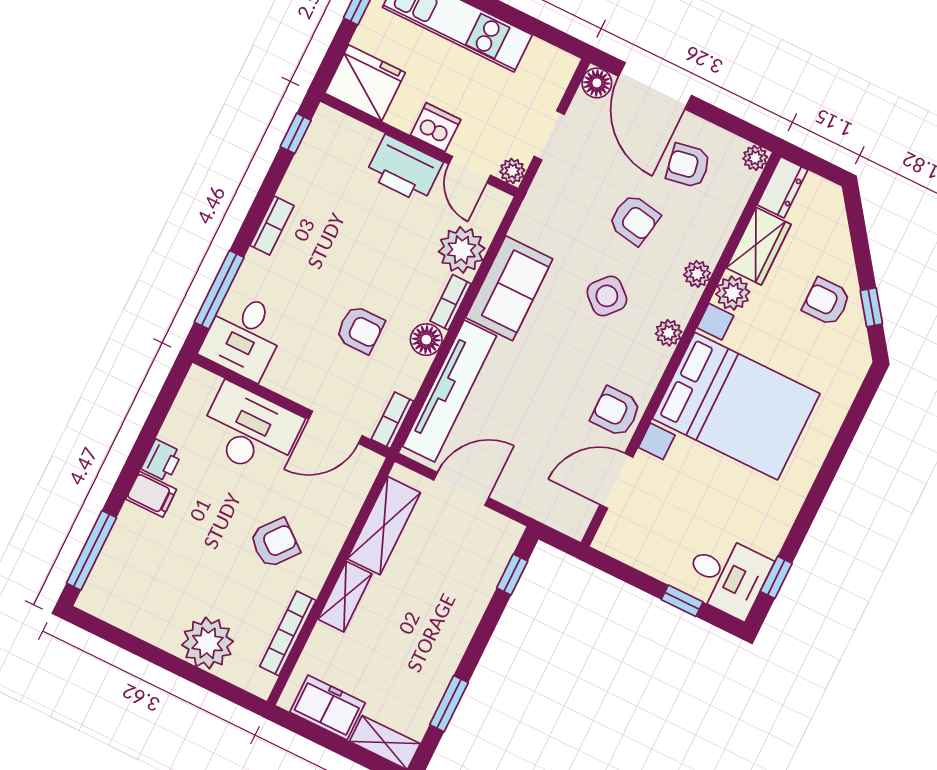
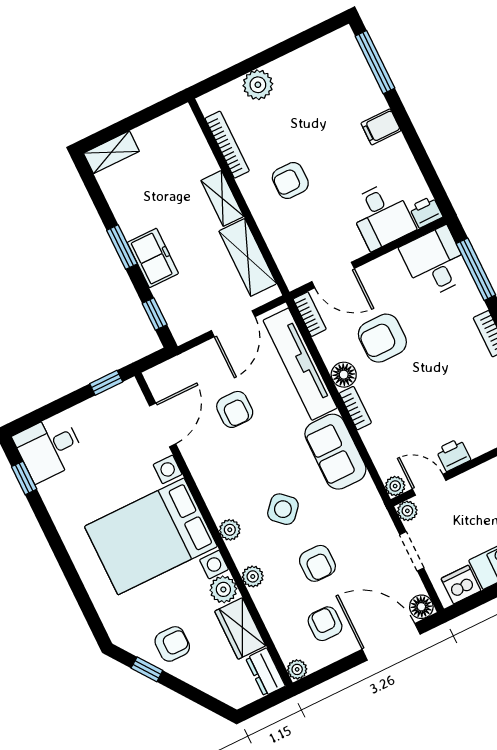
dishwasher: (436, 127) -> (461, 585), moved, turned 180
armchair: (688, 165) -> (325, 624), turned -80
printer: (404, 169) -> (453, 455), width x0.53, depth x0.68
armchair: (634, 220) -> (317, 563), turned -100
plant: (462, 250) -> (395, 486), moved, width x0.53, depth x0.53
armchair: (360, 329) -> (382, 338), width x1.38, depth x1.38
armchair: (616, 412) -> (235, 409), moved, turned 90
door: (335, 427) -> (333, 275), swing flipped
desk: (250, 430) -> (382, 216), width x0.73
printer: (162, 460) -> (426, 212), moved, turned 90
armchair: (275, 543) -> (290, 180), turned 51
window: (682, 601) -> (106, 383), moved
plant: (208, 643) -> (258, 85), width x0.73, depth x0.73
window: (449, 704) -> (122, 247), moved
freezer: (328, 708) -> (153, 258), moved, turned -90

